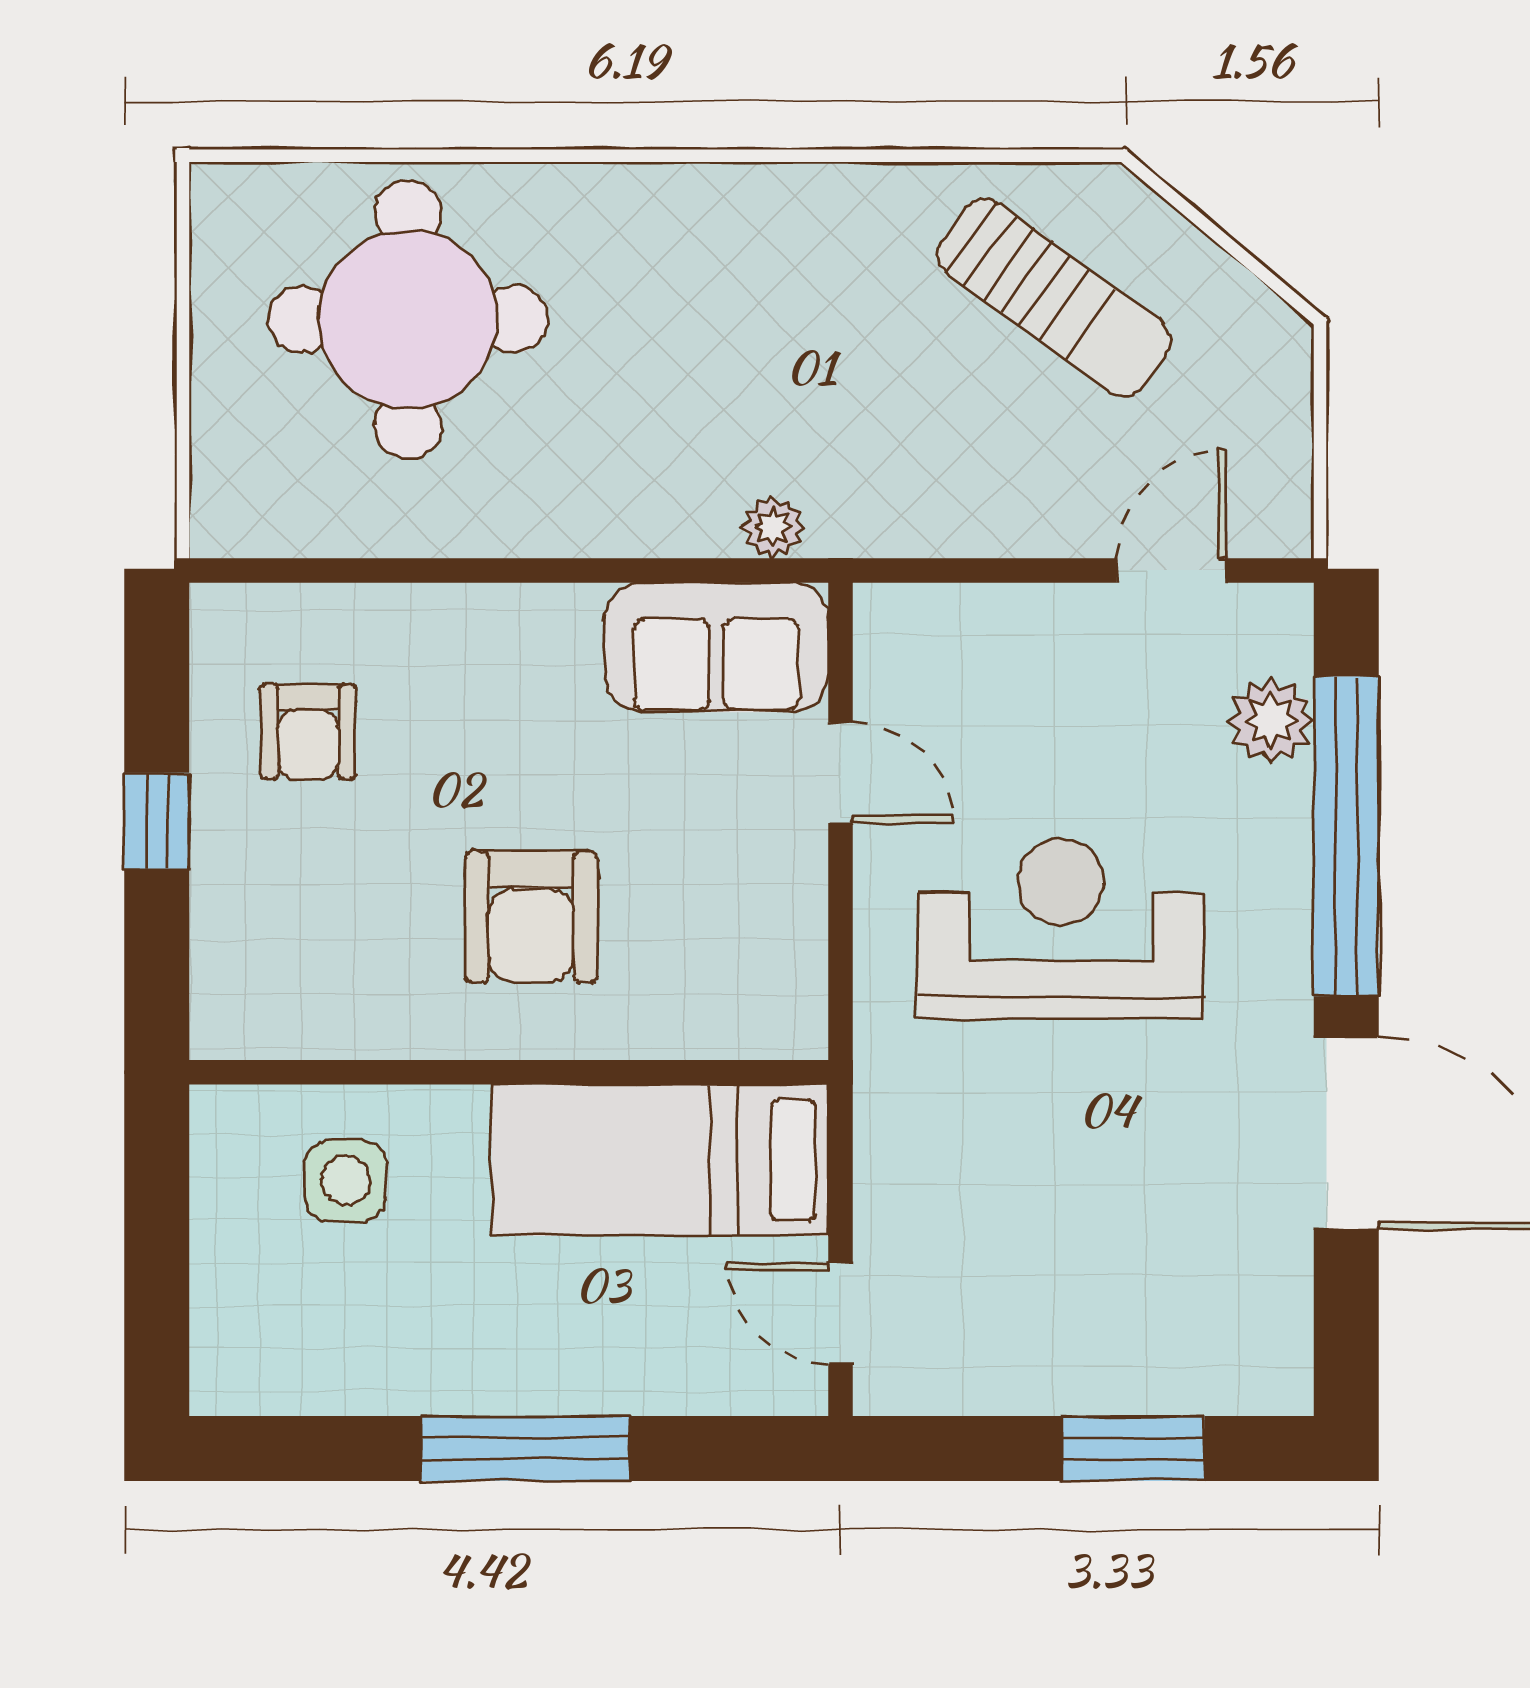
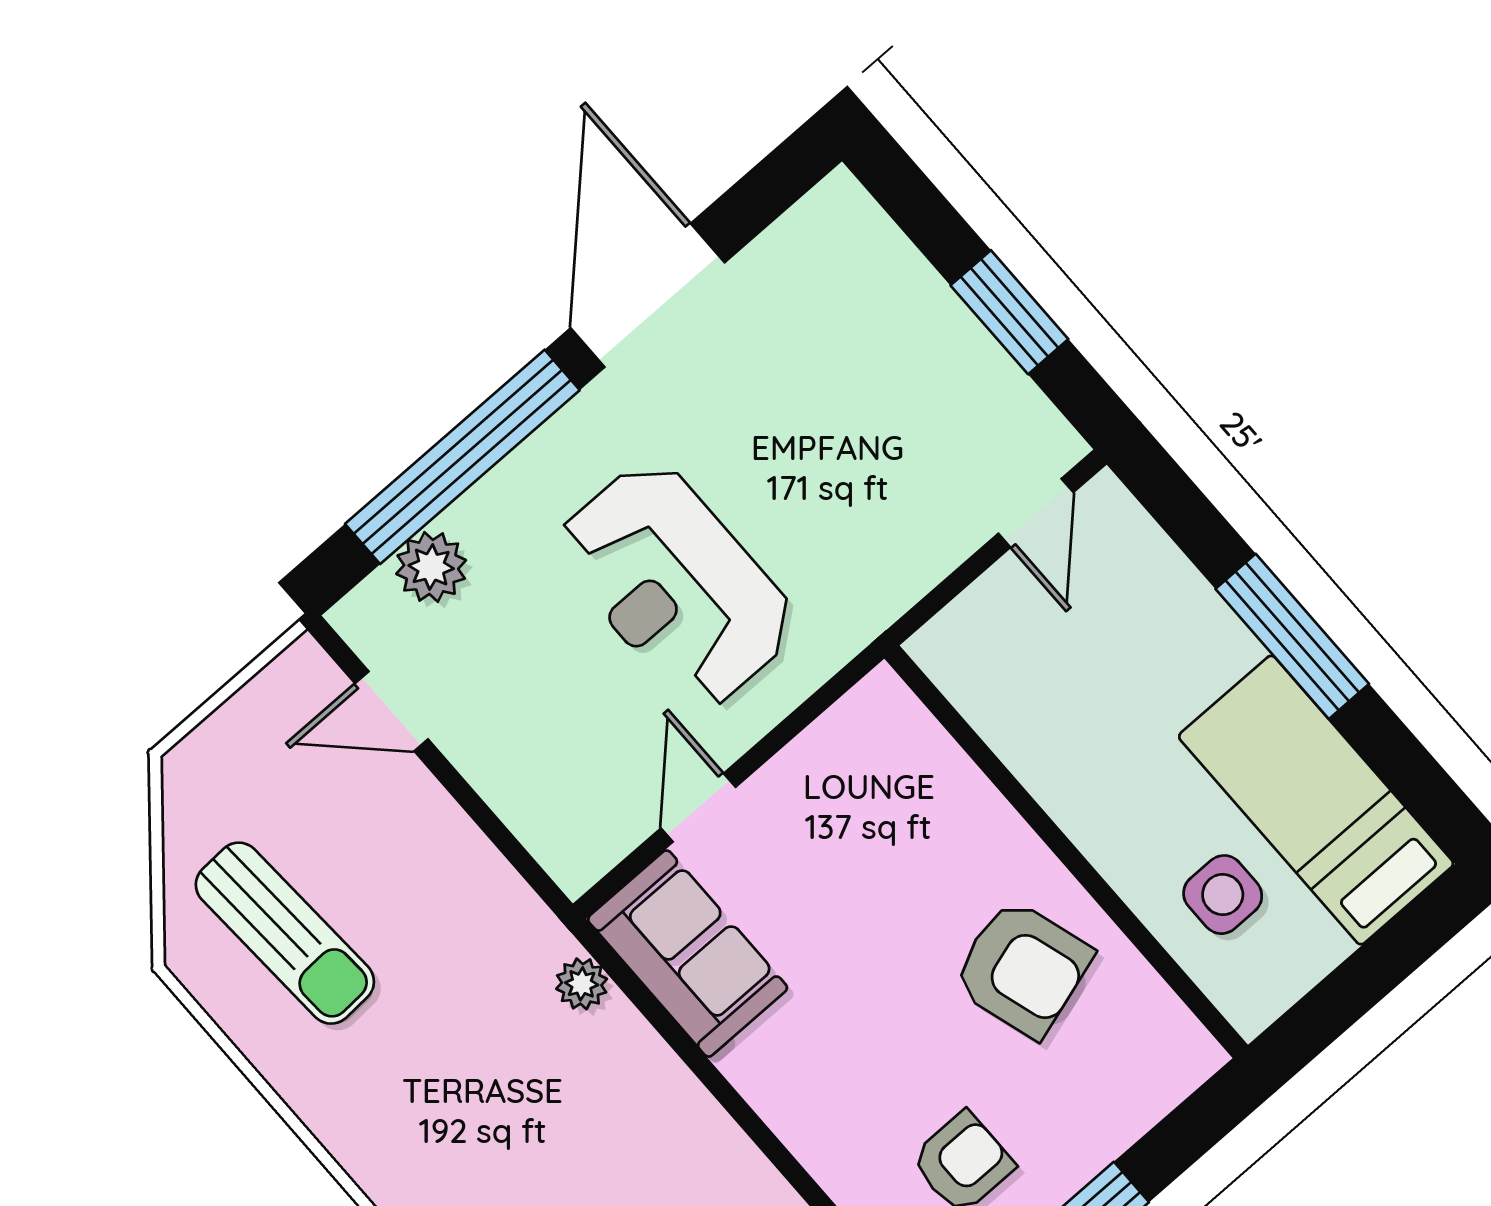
sun lounger: (1054, 298) -> (285, 933), turned 141
armchair: (531, 917) -> (1022, 968), moved, turned 73
bed: (660, 1160) -> (1316, 800), moved, turned 180
window: (1133, 1448) -> (1009, 312), moved

